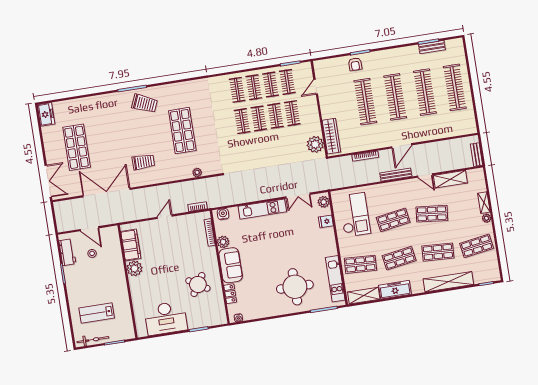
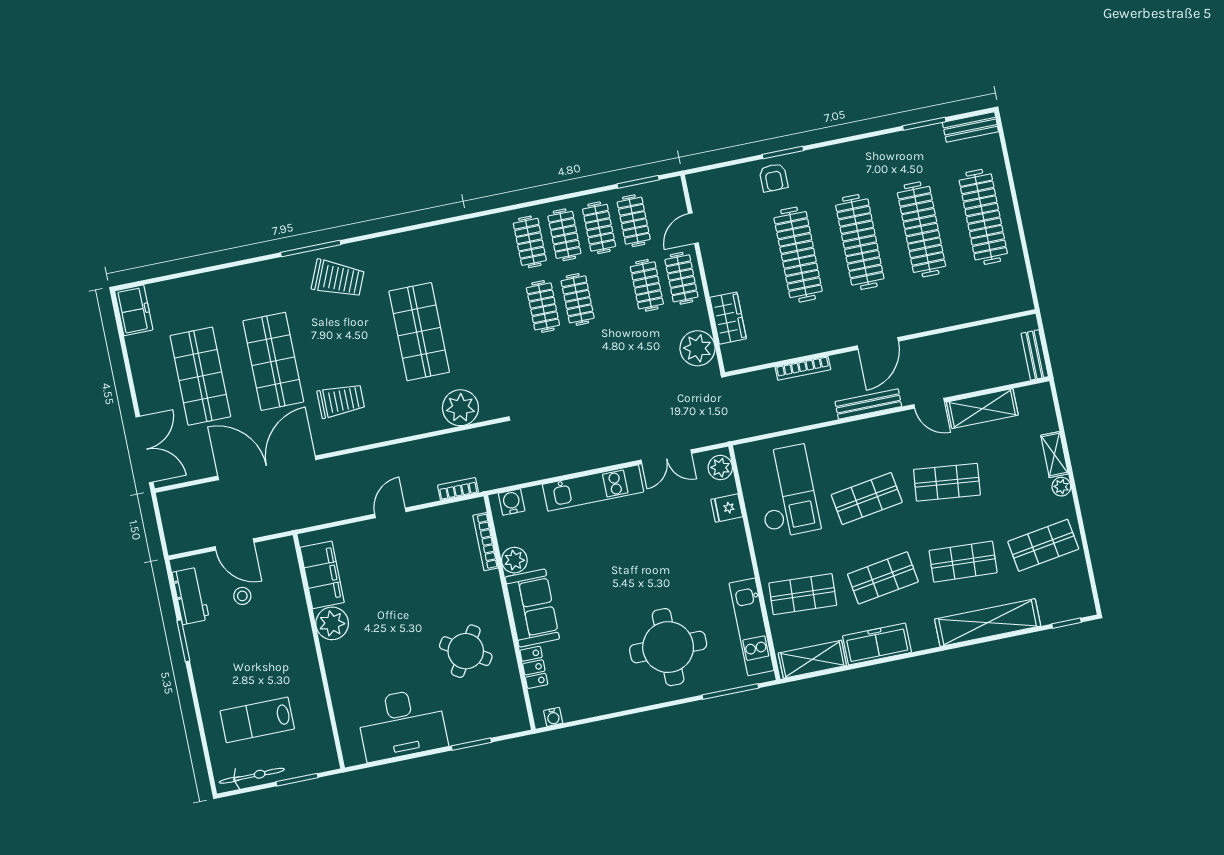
bench: (432, 47) -> (970, 127), moved
clothes rail: (276, 116) -> (681, 278), moved
wardrobe: (331, 136) -> (728, 318), width x0.67
shop shelf: (112, 142) -> (273, 361), added
plant: (197, 172) -> (460, 408), width x1.88, depth x1.88

